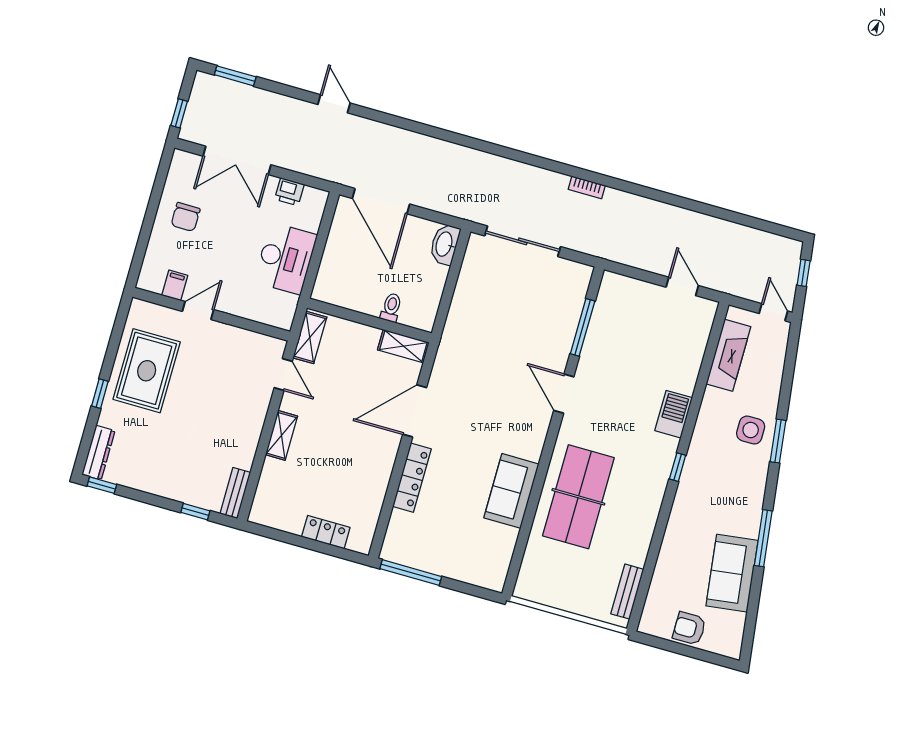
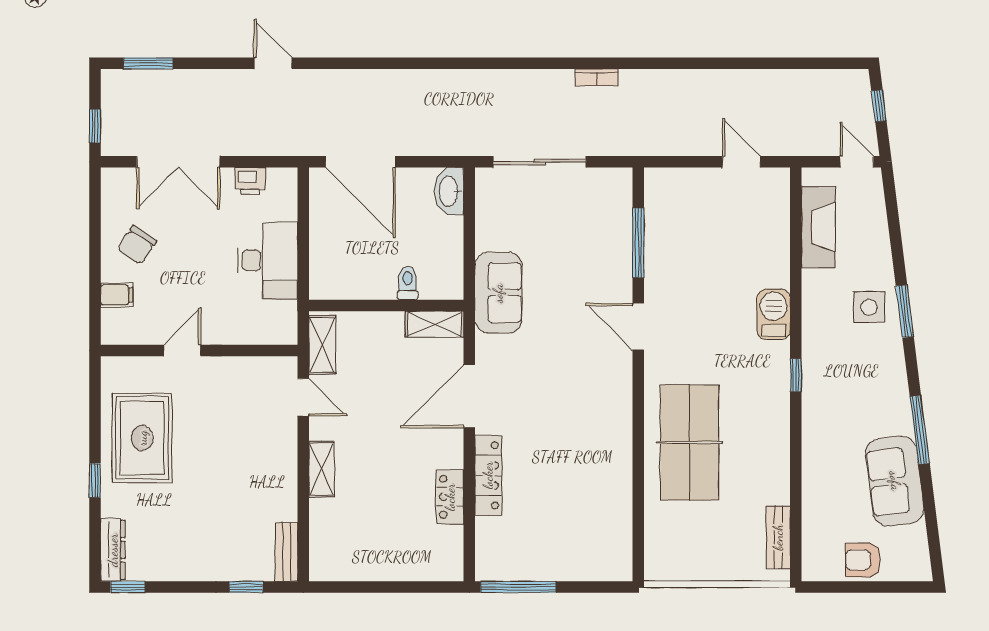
chair: (186, 217) -> (137, 245), turned 34
filing cabinet: (175, 285) -> (117, 295), moved, turned 90
sofa: (511, 491) -> (498, 293), moved, turned 180
locker: (326, 532) -> (450, 497), moved, turned -90

